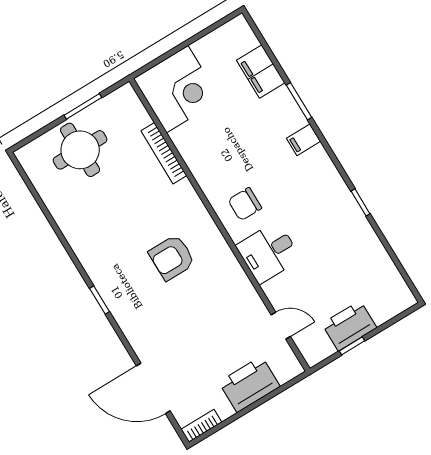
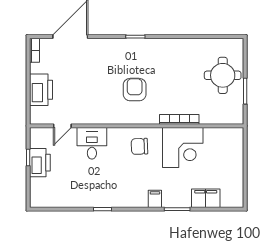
corner desk: (177, 89) -> (183, 147), moved, turned -90
bookcase: (164, 153) -> (179, 119), moved
chair: (245, 204) -> (140, 146), turned -92
desk: (268, 252) -> (92, 143), moved

